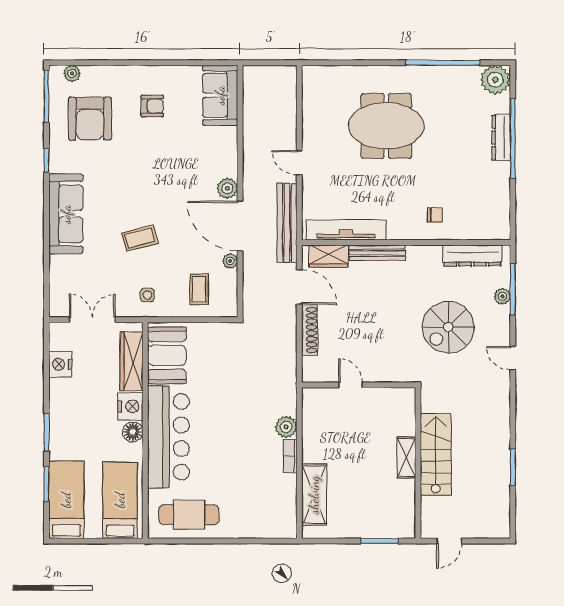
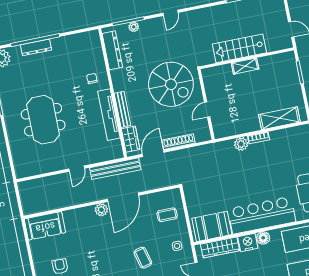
tv unit: (346, 230) -> (109, 115), moved
plant: (230, 261) -> (146, 199), removed
spiral stairs: (448, 327) -> (171, 84), moved, width x1.37, depth x1.37

